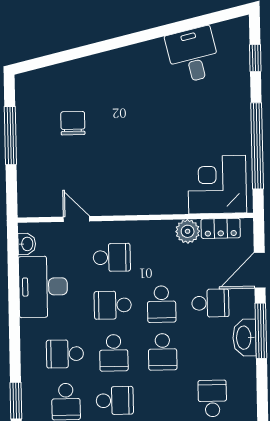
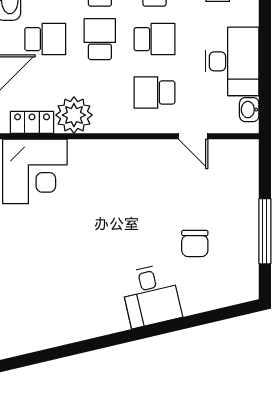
desk: (193, 55) -> (151, 295), moved
plant: (188, 231) -> (74, 115), width x1.36, depth x1.36
school desk: (210, 303) -> (45, 39), turned 180

